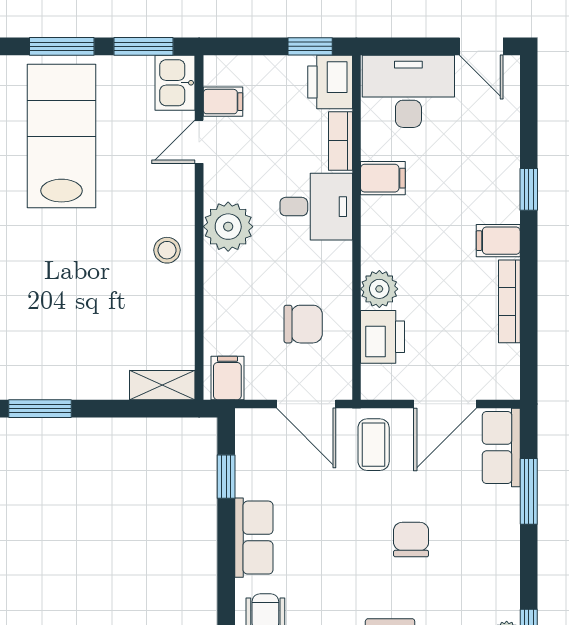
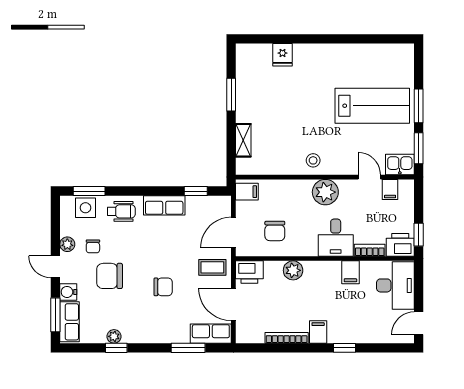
printer: (383, 337) -> (249, 272), moved
shelving: (162, 385) -> (243, 140), moved

